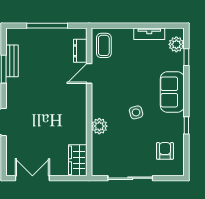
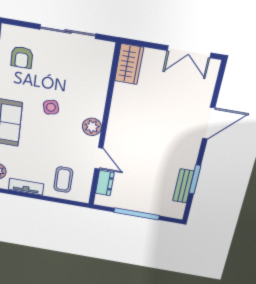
coffee table: (104, 45) -> (63, 180), moved
door: (89, 73) -> (99, 158), hinge flipped
plant: (99, 126) -> (92, 127), moved

